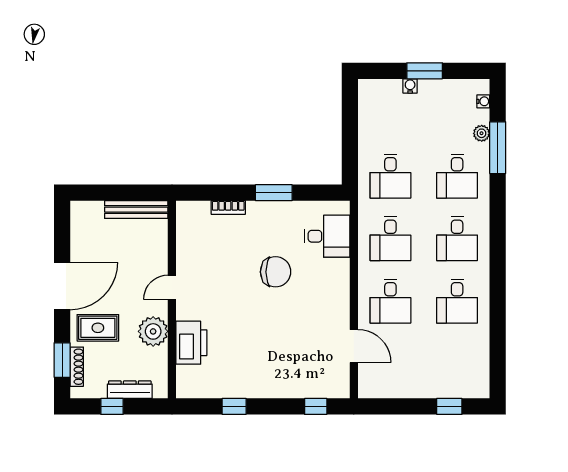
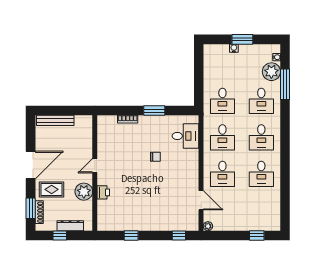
plant: (482, 133) -> (271, 72), width x1.88, depth x1.88
bench: (136, 210) -> (55, 120), moved
chair: (276, 272) -> (155, 157), width x0.54, depth x0.54
printer: (191, 343) -> (103, 192), width x0.53, depth x0.68
plant: (366, 391) -> (208, 226), added

